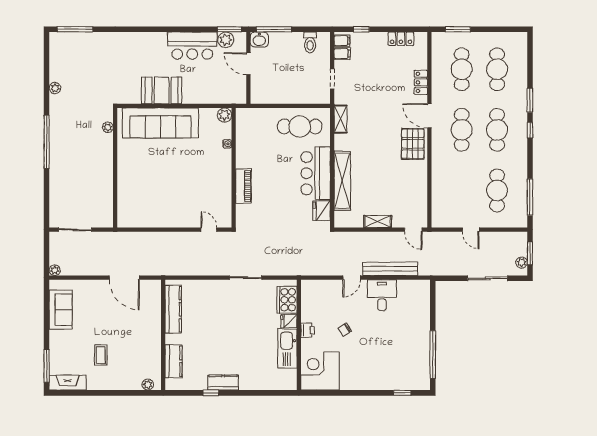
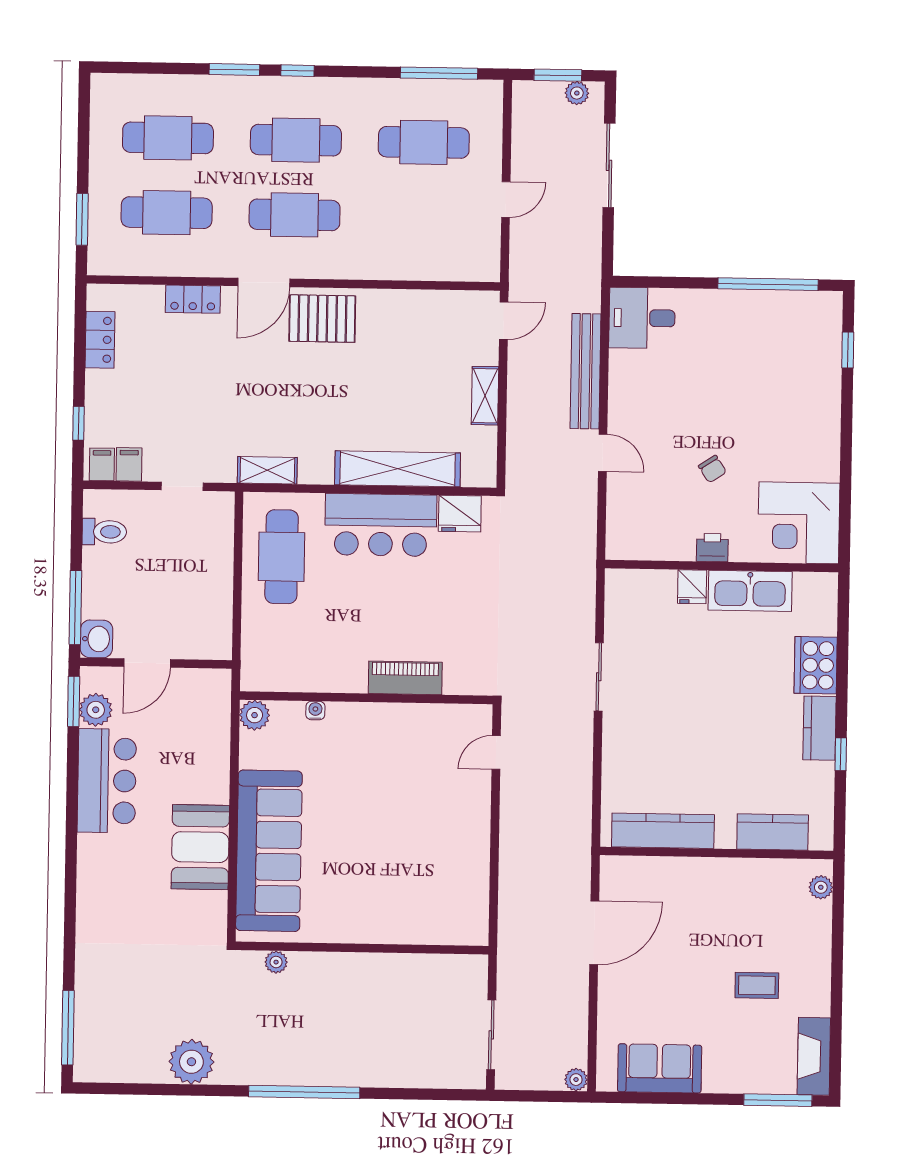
plant: (55, 88) -> (191, 1062), width x1.88, depth x1.88
desk: (382, 295) -> (642, 318), moved
cooker: (287, 300) -> (816, 665), moved, turned 90

